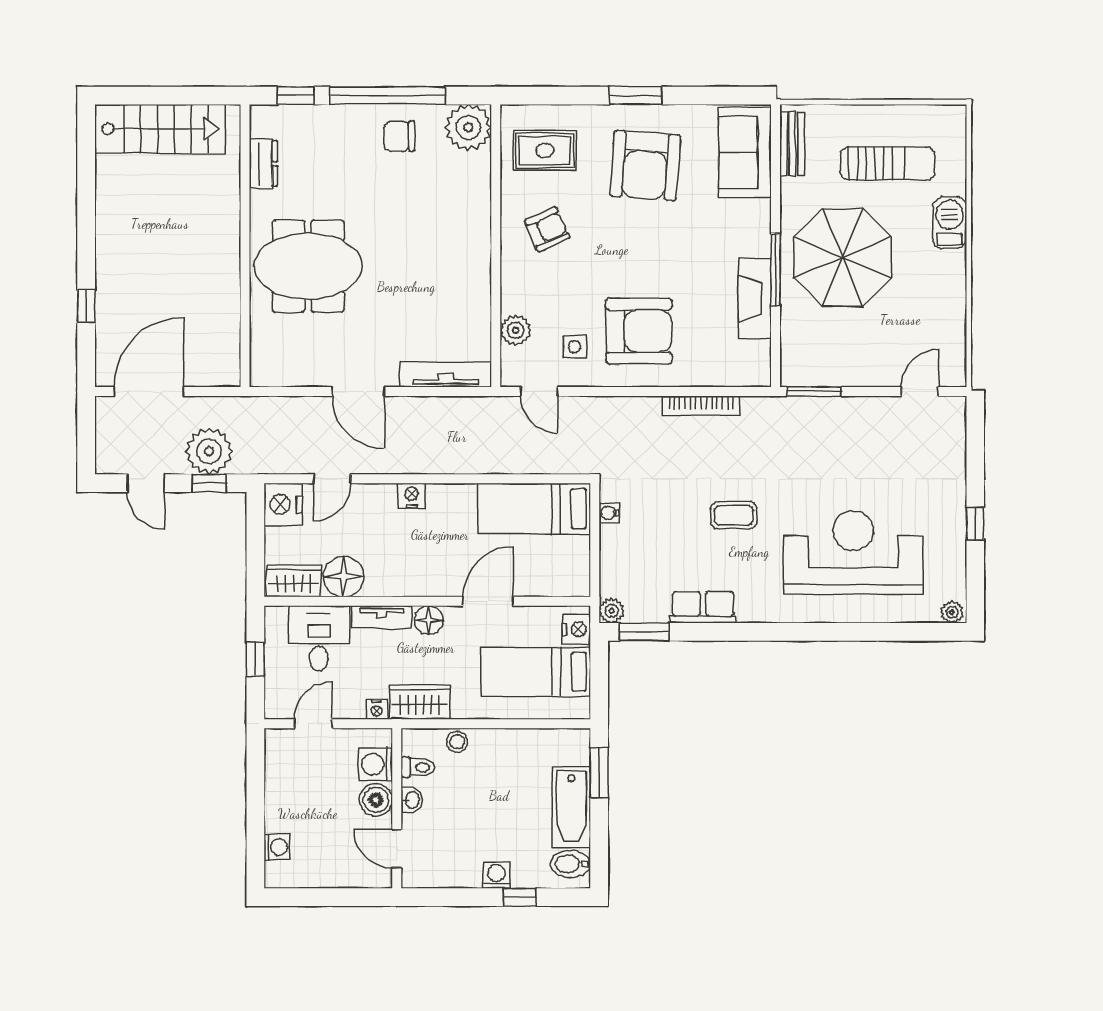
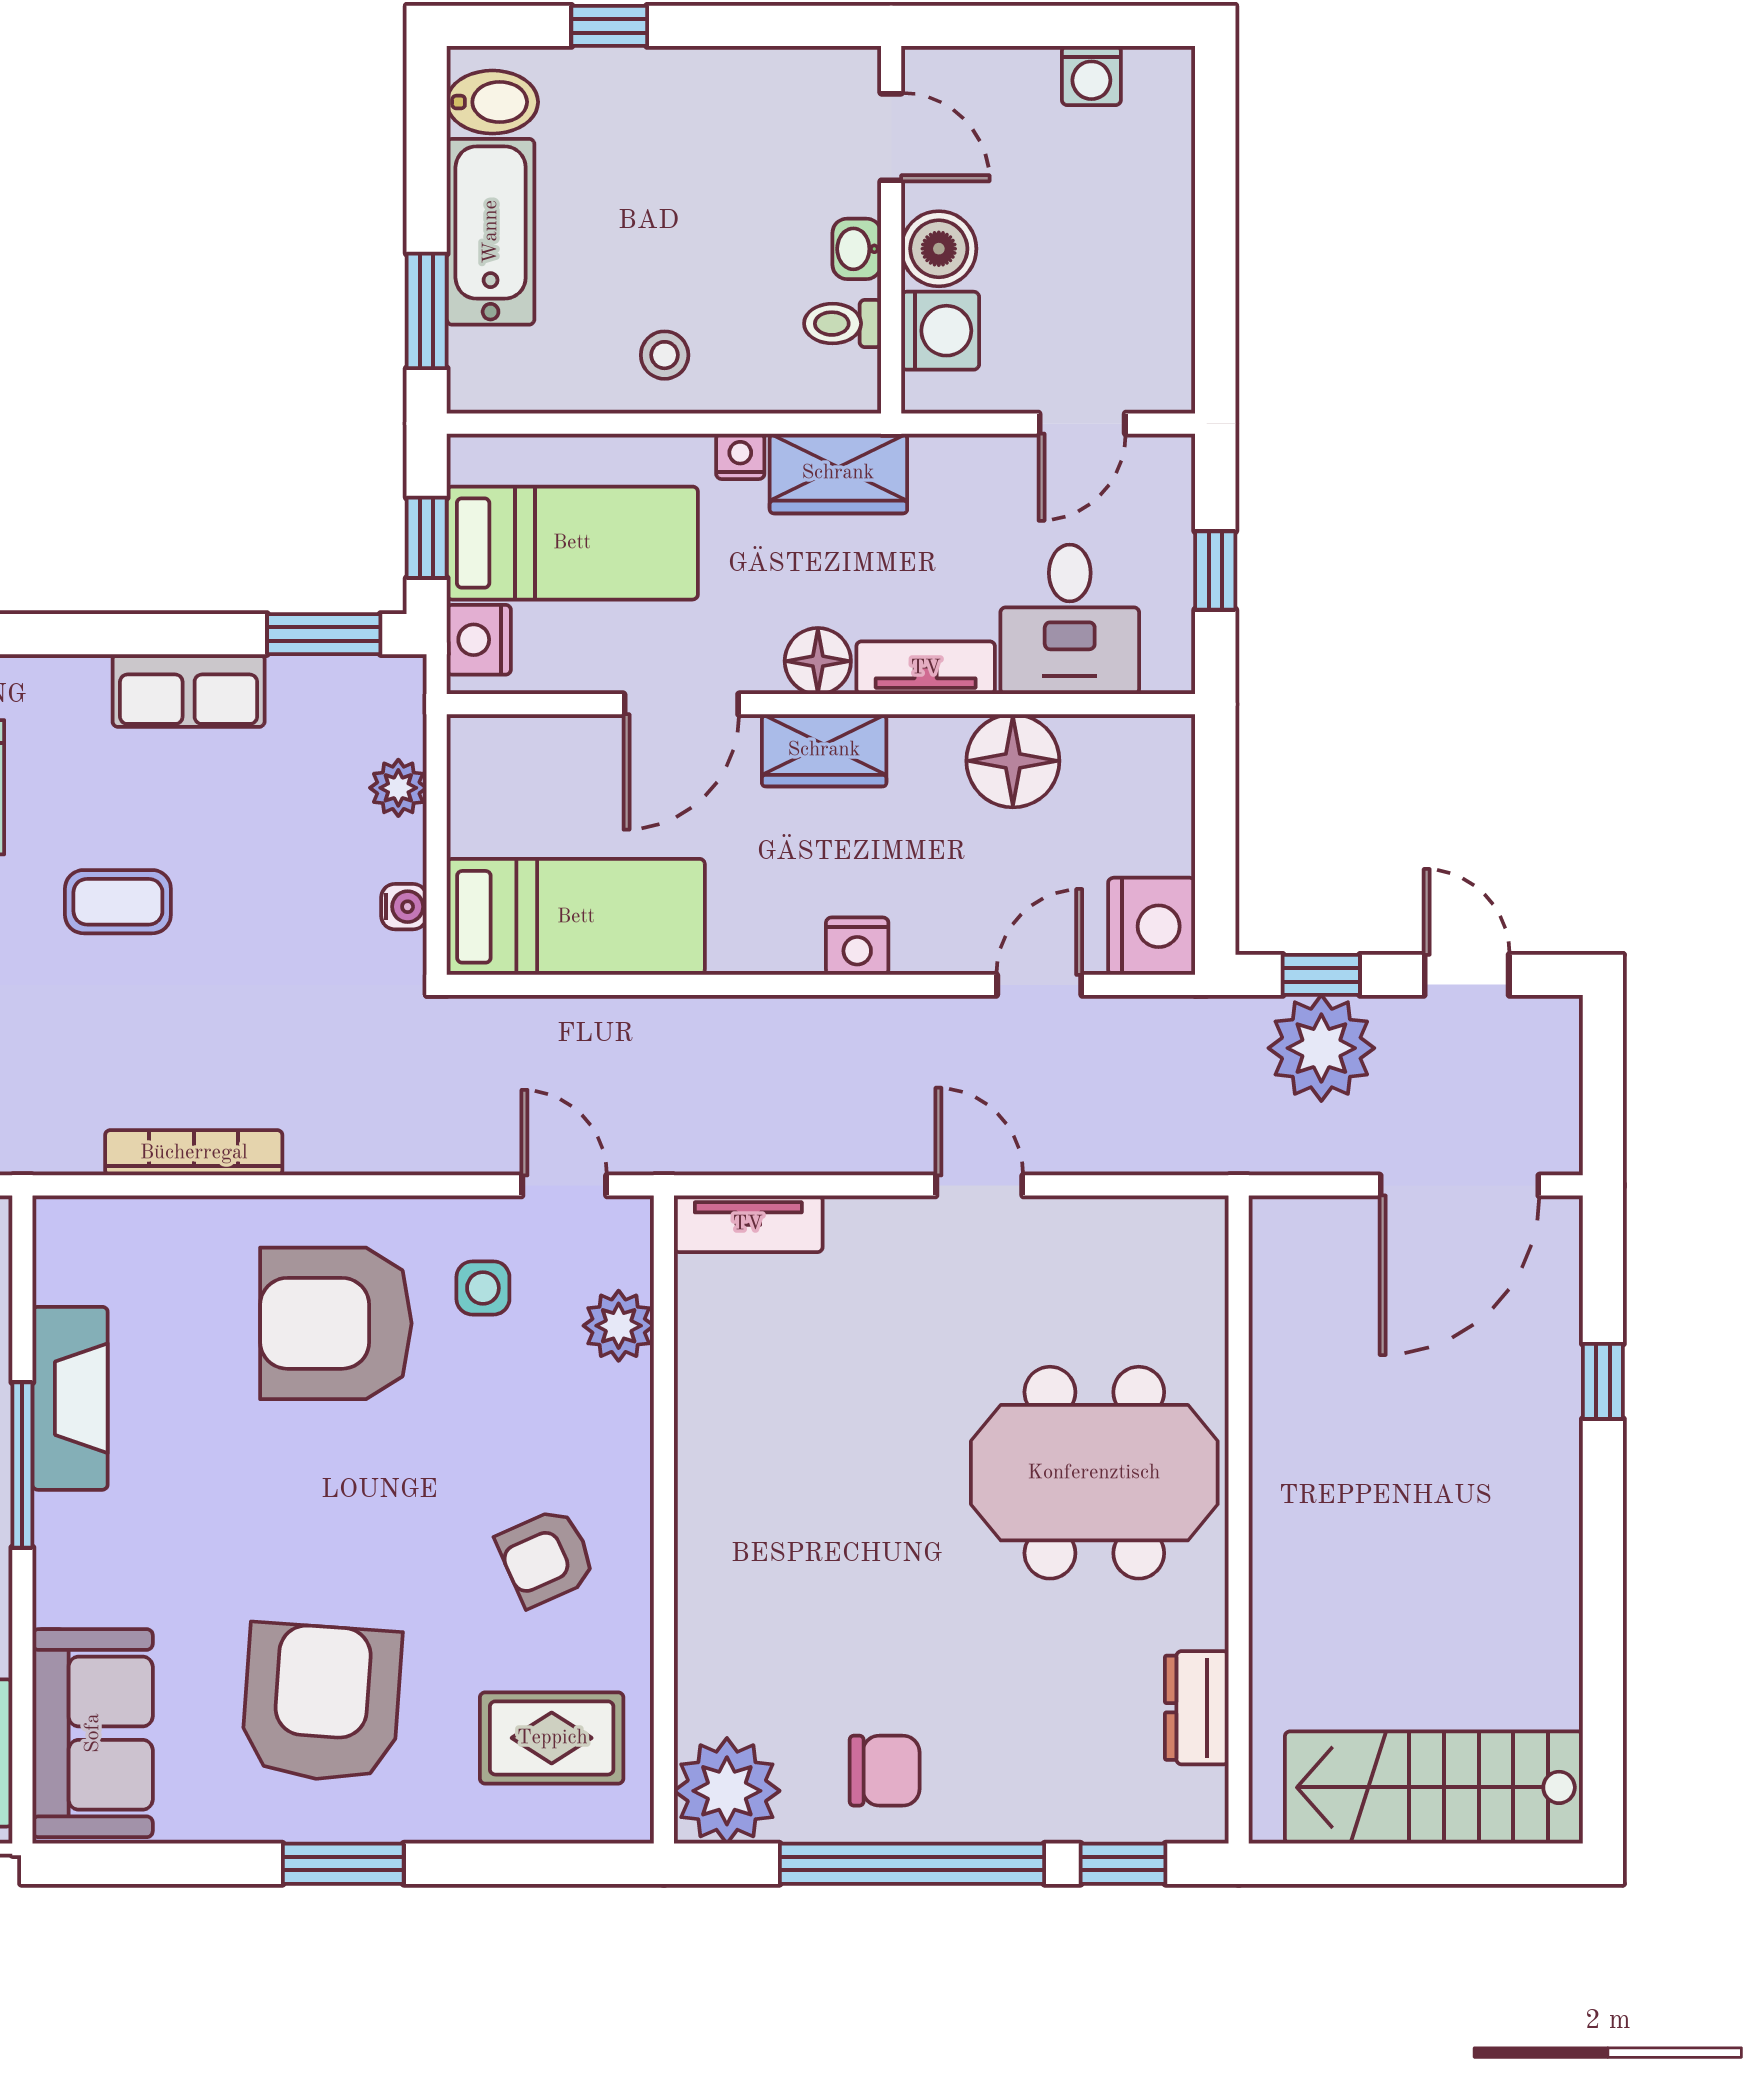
tv unit: (446, 375) -> (748, 1224), width x0.71
door: (358, 391) -> (979, 1185), width x0.73
wardrobe: (294, 581) -> (824, 750), moved
plant: (612, 611) -> (398, 788), moved
window: (599, 674) -> (427, 538), added
nightstand: (377, 709) -> (740, 456), moved
stool: (457, 742) -> (665, 355), moved
washing machine: (277, 847) -> (1091, 76), moved, turned -90
washing machine: (496, 875) -> (663, 76), removed

